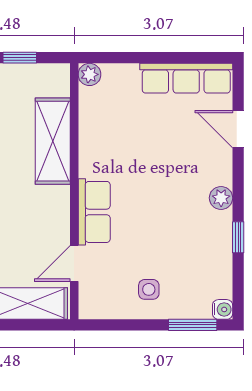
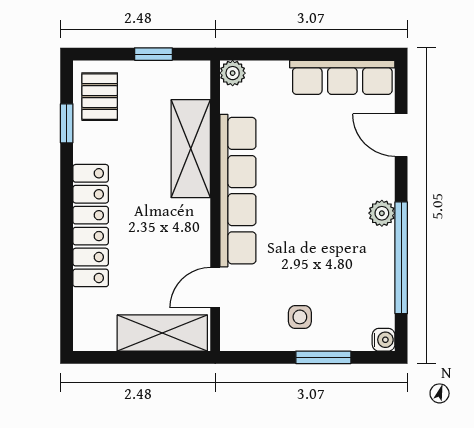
row of seats: (94, 212) -> (238, 191), width x2.02
window: (238, 237) -> (401, 258), width x3.17
window: (193, 325) -> (323, 357), moved

